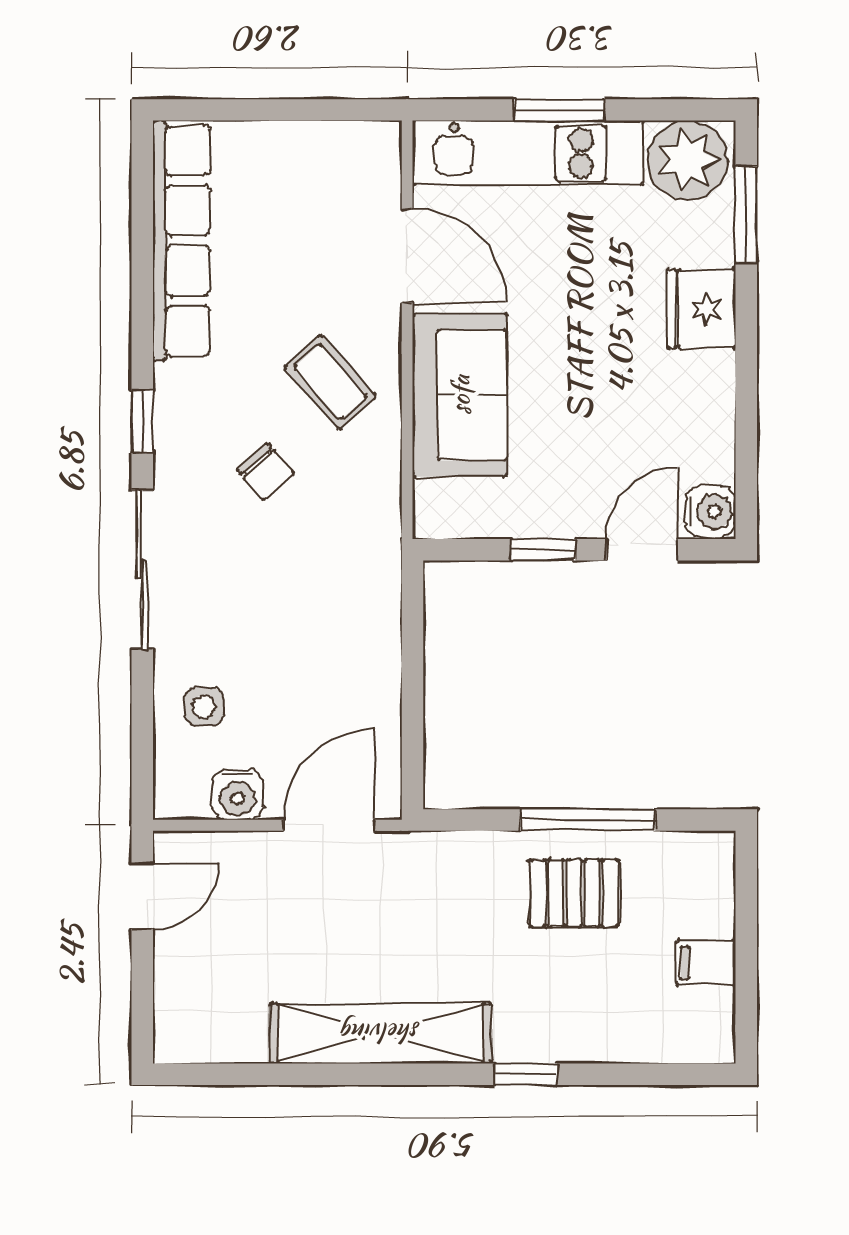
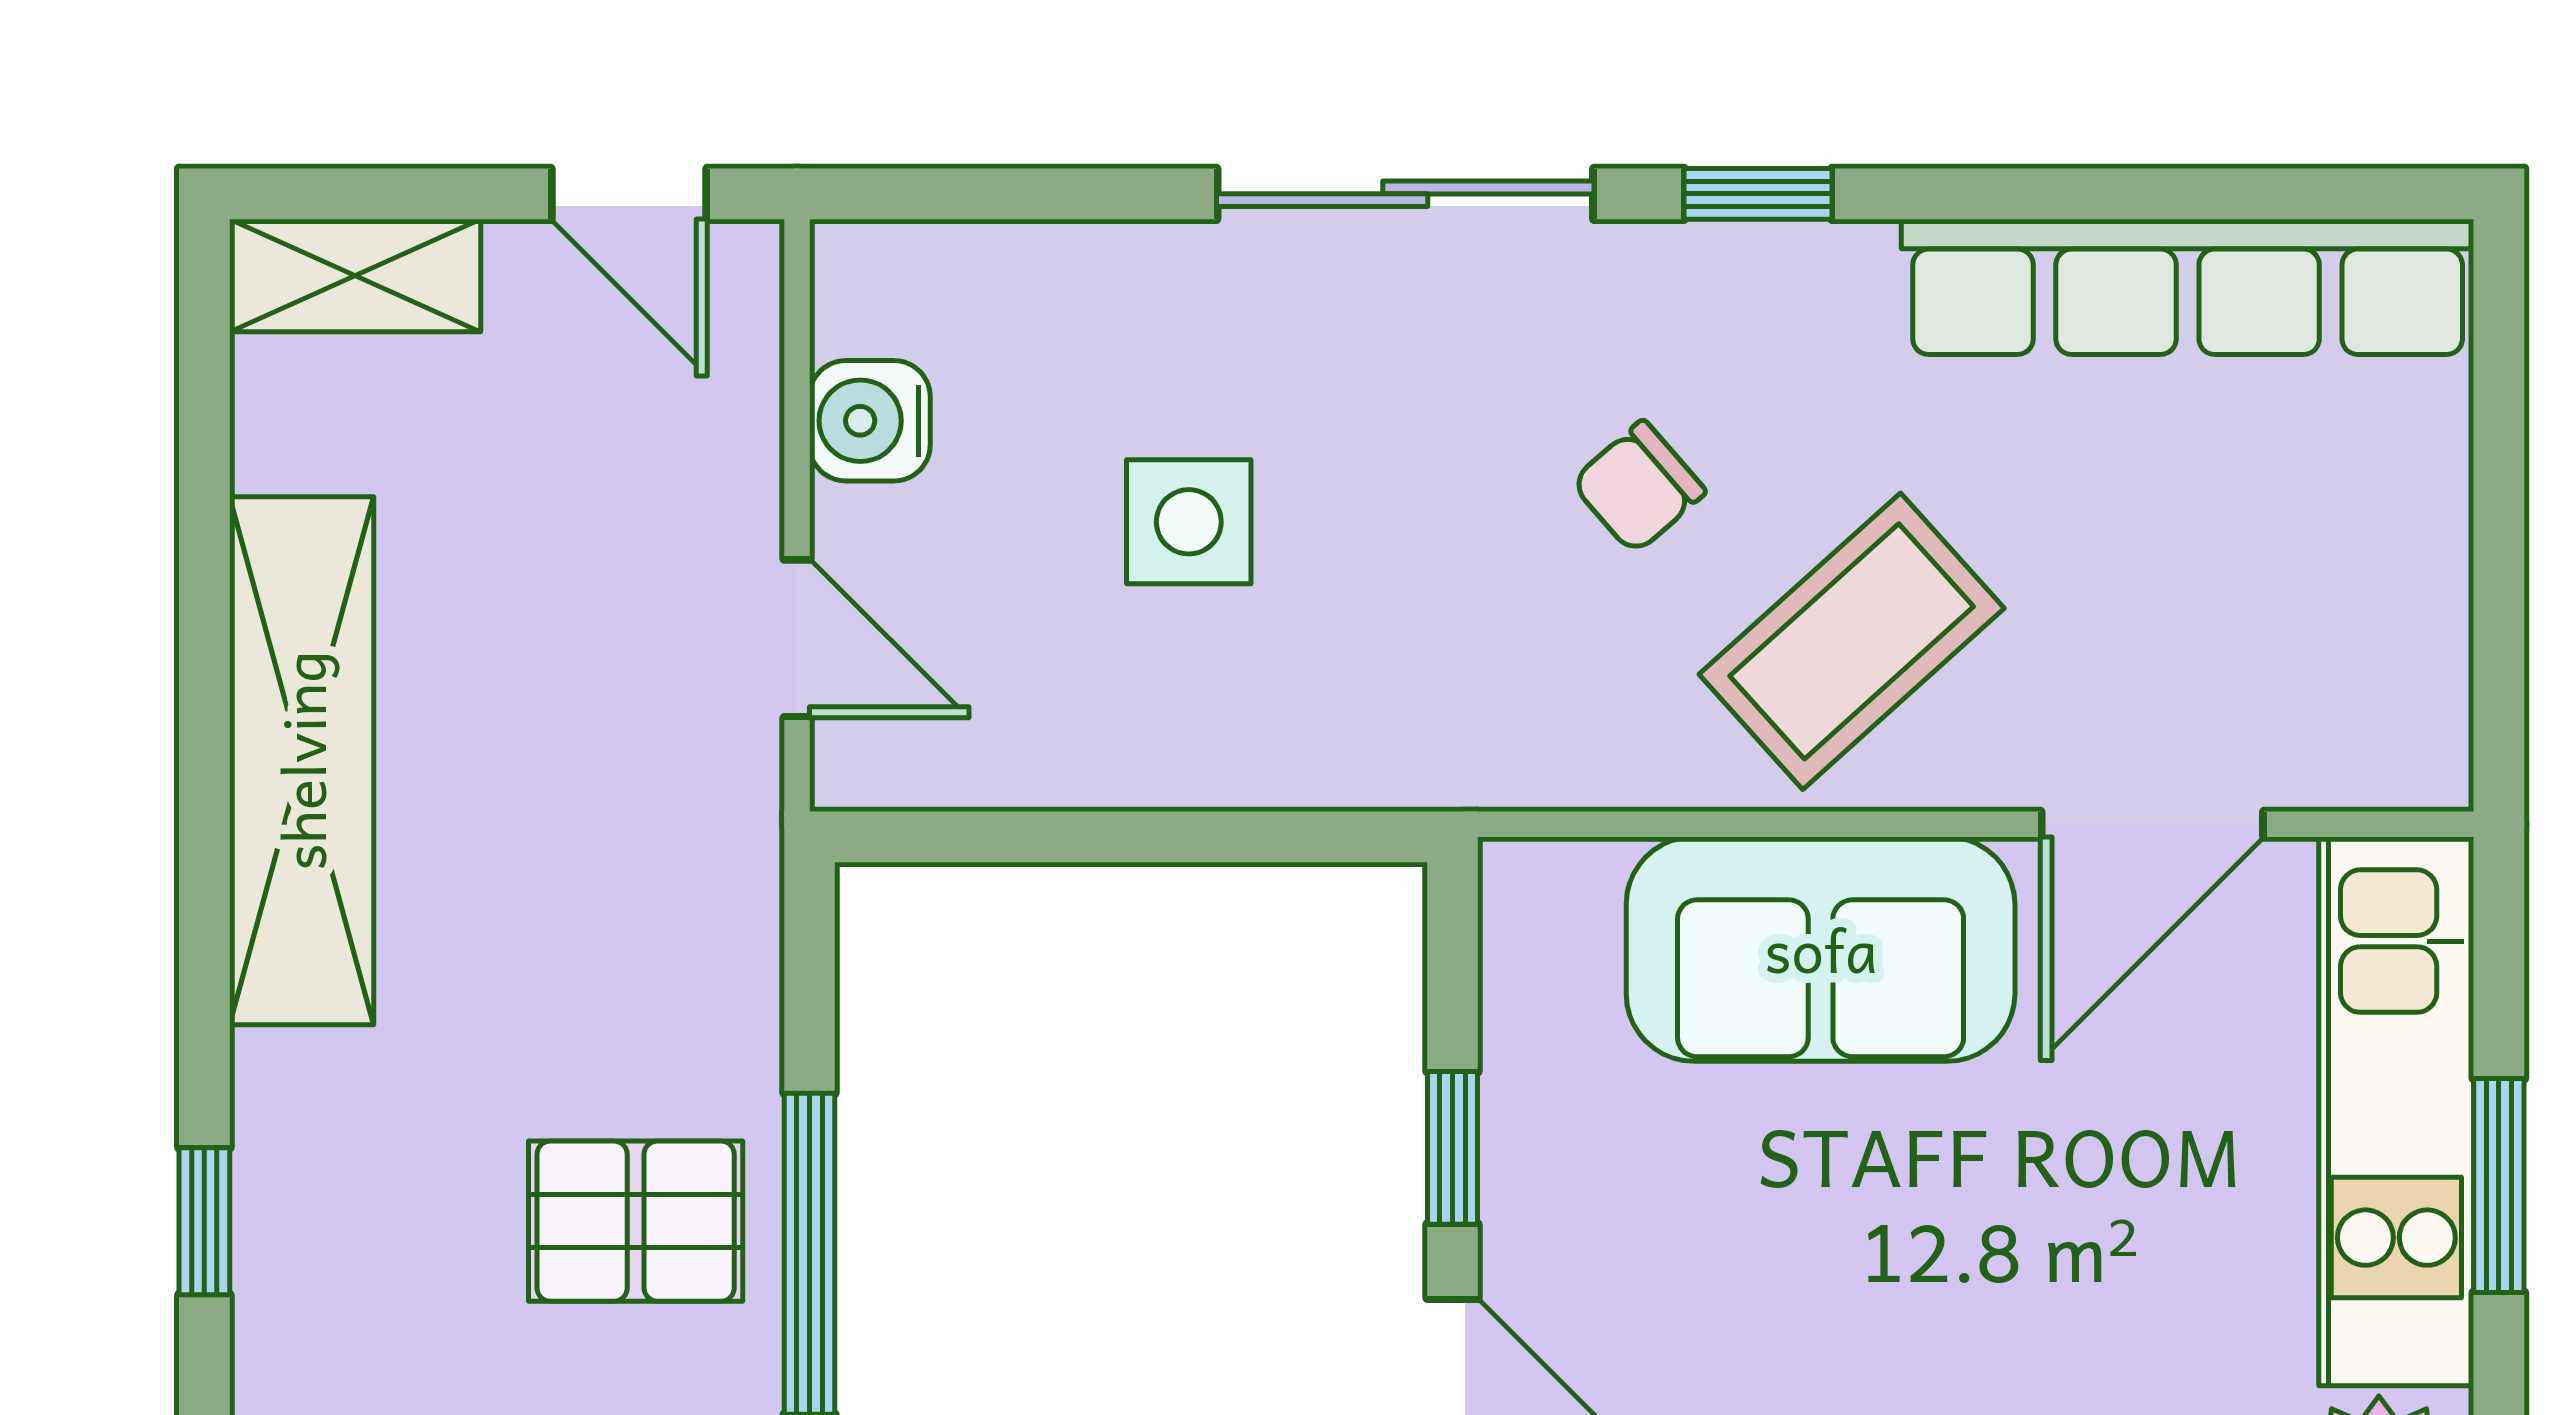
coffee table: (330, 382) -> (1852, 641), width x1.36, depth x1.30
side table: (204, 707) -> (1189, 522), moved, width x1.37, depth x1.37
door: (329, 825) -> (797, 638), width x0.73
pallet: (574, 893) -> (636, 1221), turned 90
shelving: (177, 1011) -> (355, 275), added
window: (526, 1074) -> (204, 1221), moved

